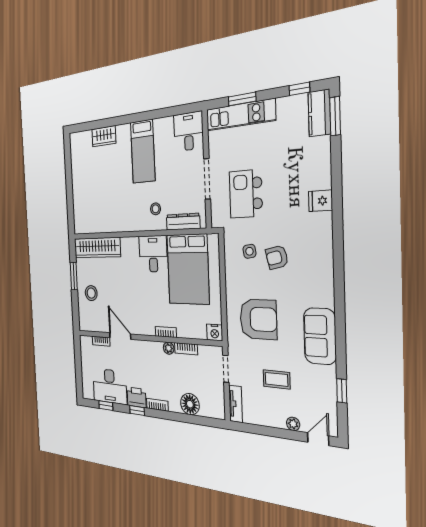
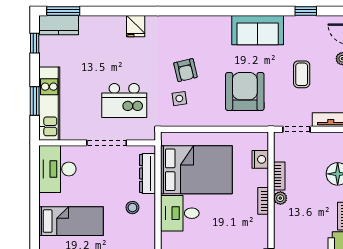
desk: (189, 131) -> (57, 169), width x1.37
nightstand: (215, 332) -> (260, 159), moved

